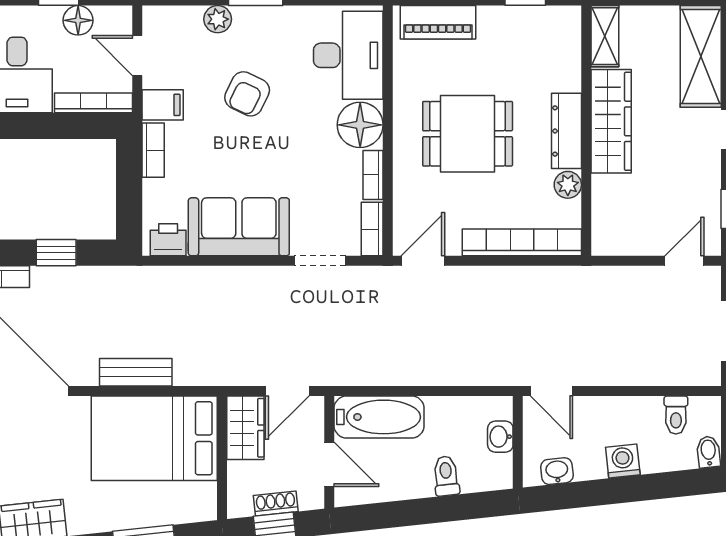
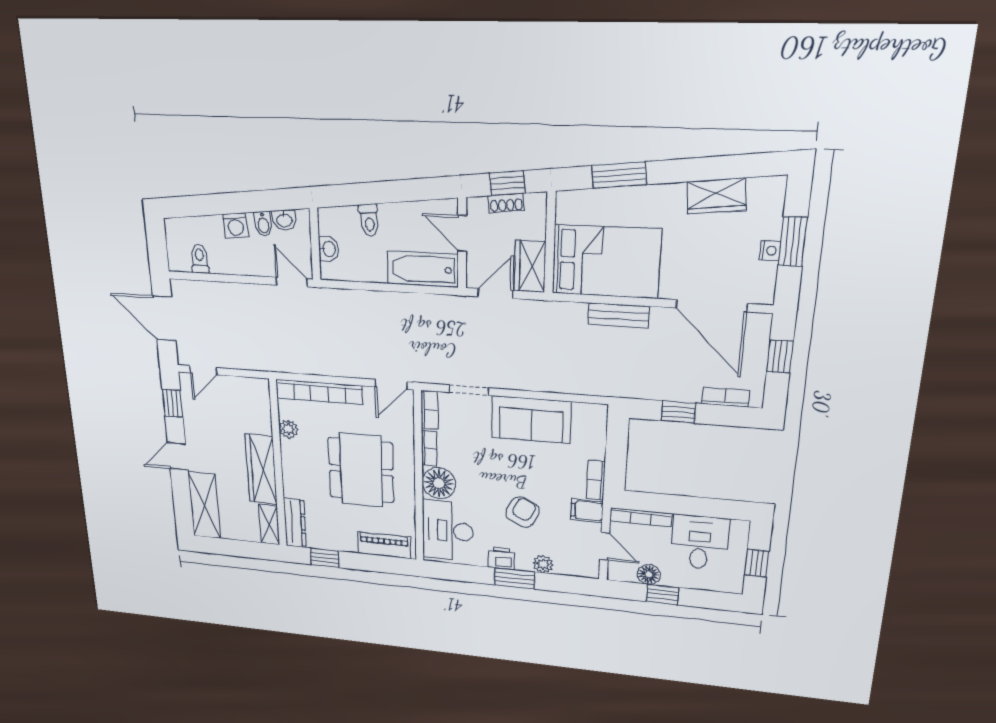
dresser: (567, 131) -> (295, 523), moved
dining table: (468, 134) -> (361, 470), width x1.38
printer: (168, 240) -> (501, 558), moved, turned 180
bidet: (708, 452) -> (263, 224), moved

